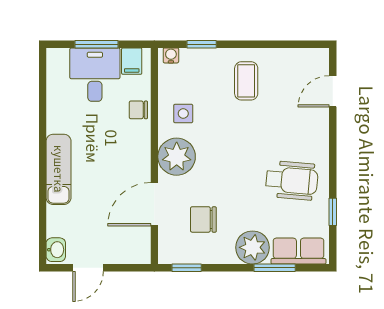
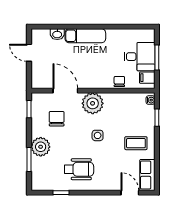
side table: (183, 114) -> (98, 135), moved
wheelchair: (292, 180) -> (79, 169), turned -95
washbasin: (56, 250) -> (57, 34), moved
row of seats: (298, 251) -> (147, 175), moved, turned 180

